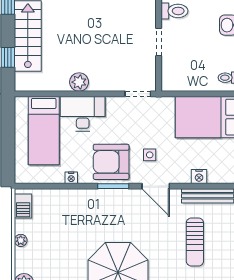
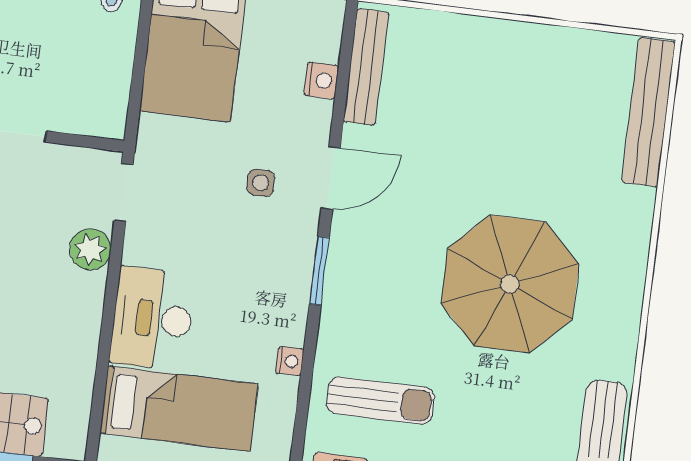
plant: (79, 82) -> (90, 249), moved
armchair: (111, 162) -> (266, 269), removed
sun lounger: (195, 242) -> (380, 401), moved

